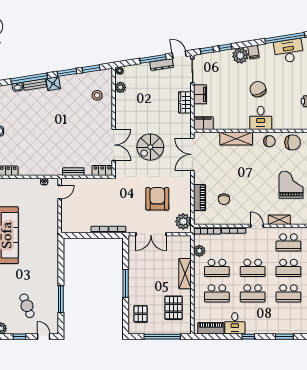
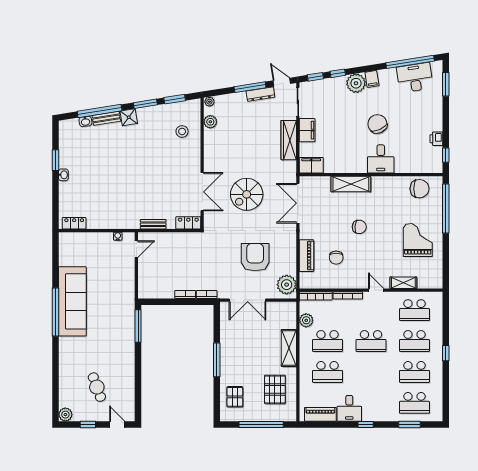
wardrobe: (185, 102) -> (289, 140), width x1.50
chair: (269, 141) -> (359, 227), moved
school desk: (253, 293) -> (414, 403), moved
window: (61, 299) -> (138, 326), moved

